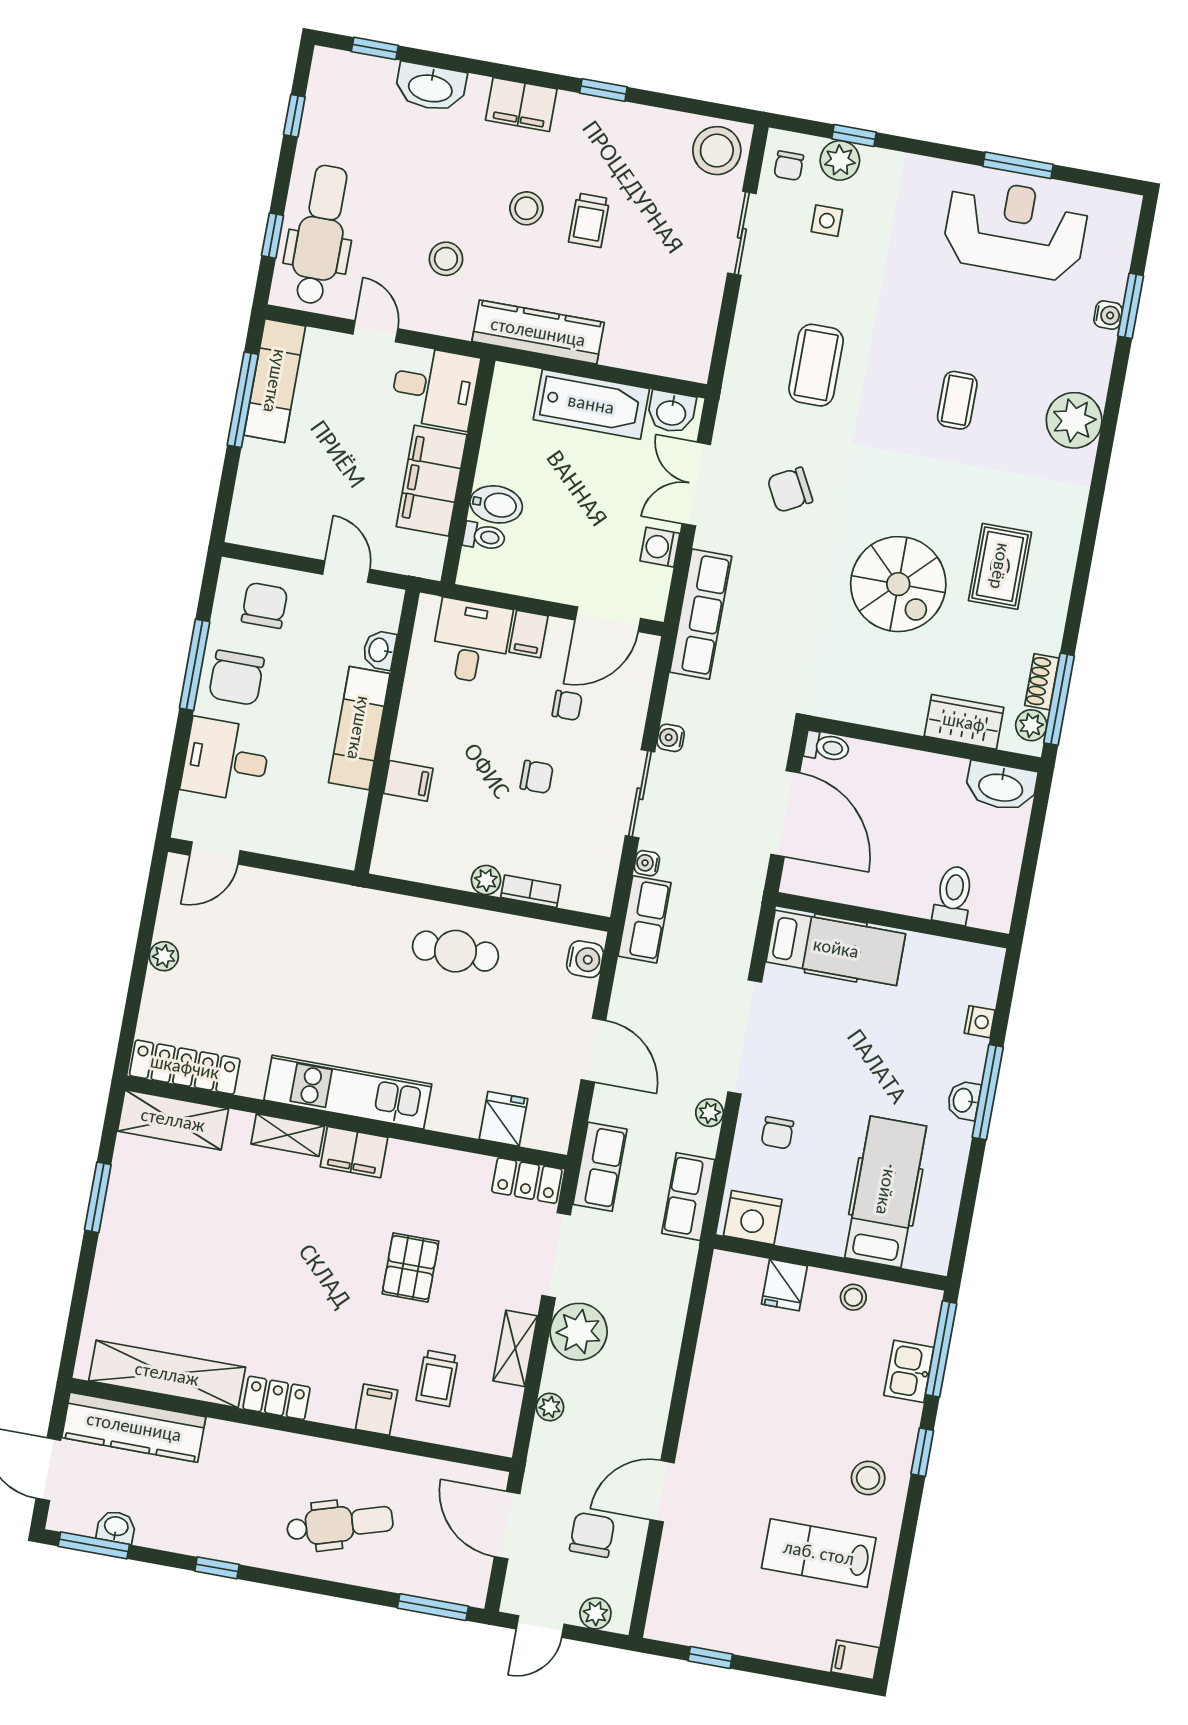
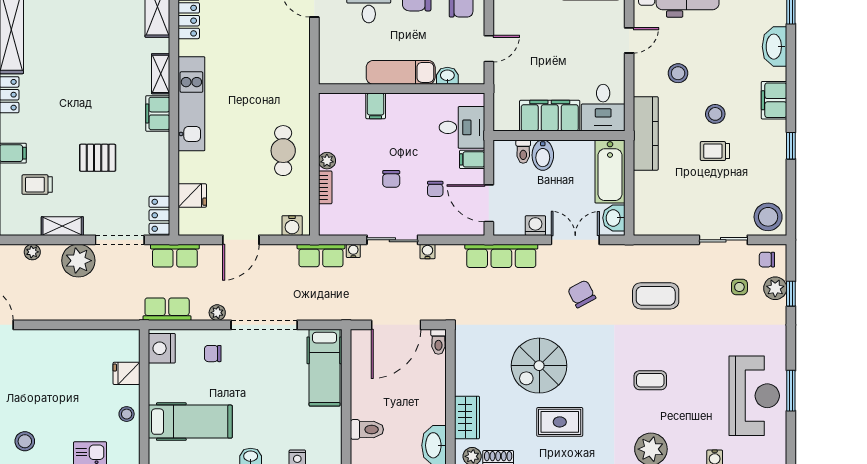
desk: (435, 388) -> (603, 108), moved
wall: (468, 471) -> (559, 136), moved
filing cabinet: (432, 481) -> (550, 116), moved
bidet: (496, 504) -> (543, 155), moved
toilet: (484, 536) -> (523, 152), moved

